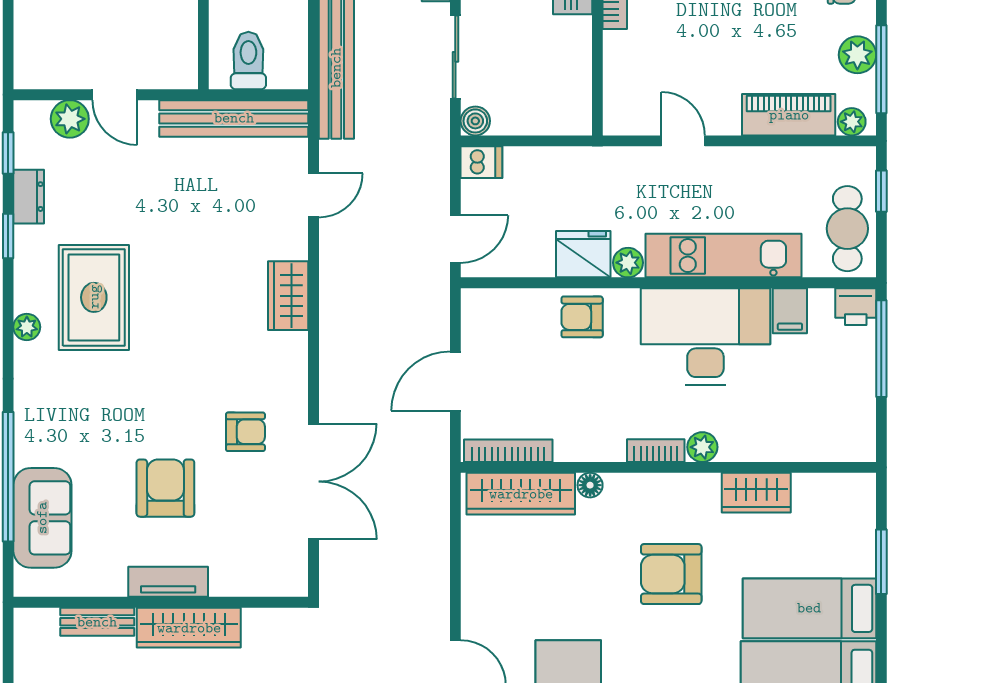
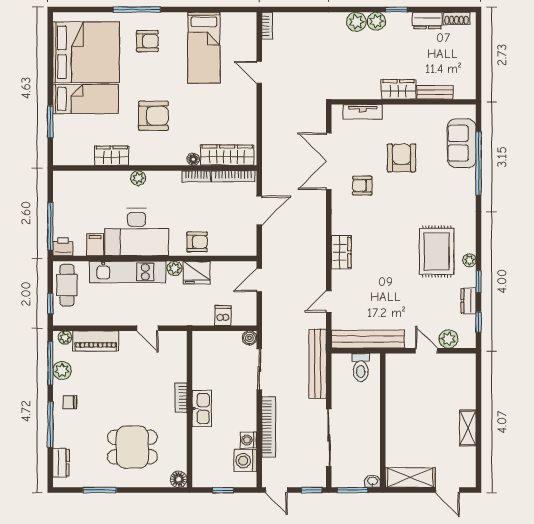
dishwasher: (481, 162) -> (223, 315), moved, turned 90
plant: (27, 327) -> (469, 260), moved
bookcase: (656, 451) -> (196, 176), moved
armchair: (165, 488) -> (401, 158), turned 180
tv unit: (168, 582) -> (363, 112), moved
wardrobe: (189, 628) -> (398, 89), width x0.67

